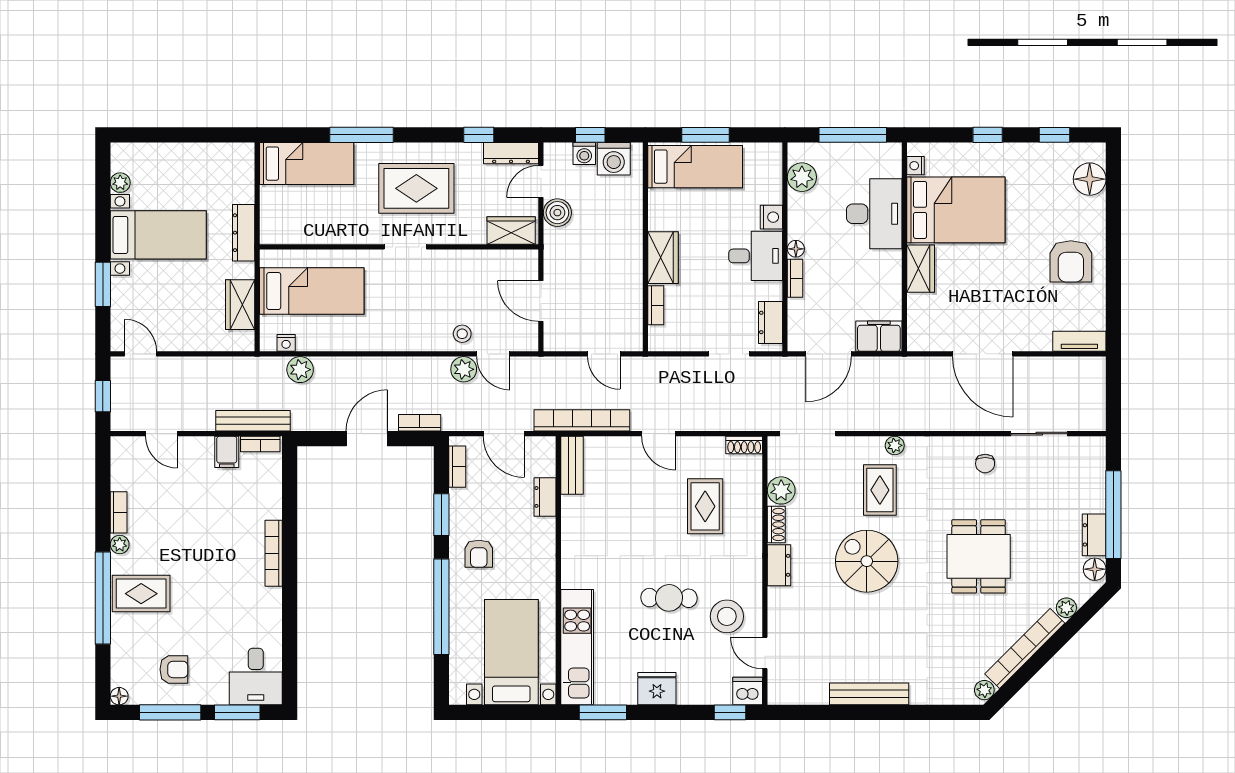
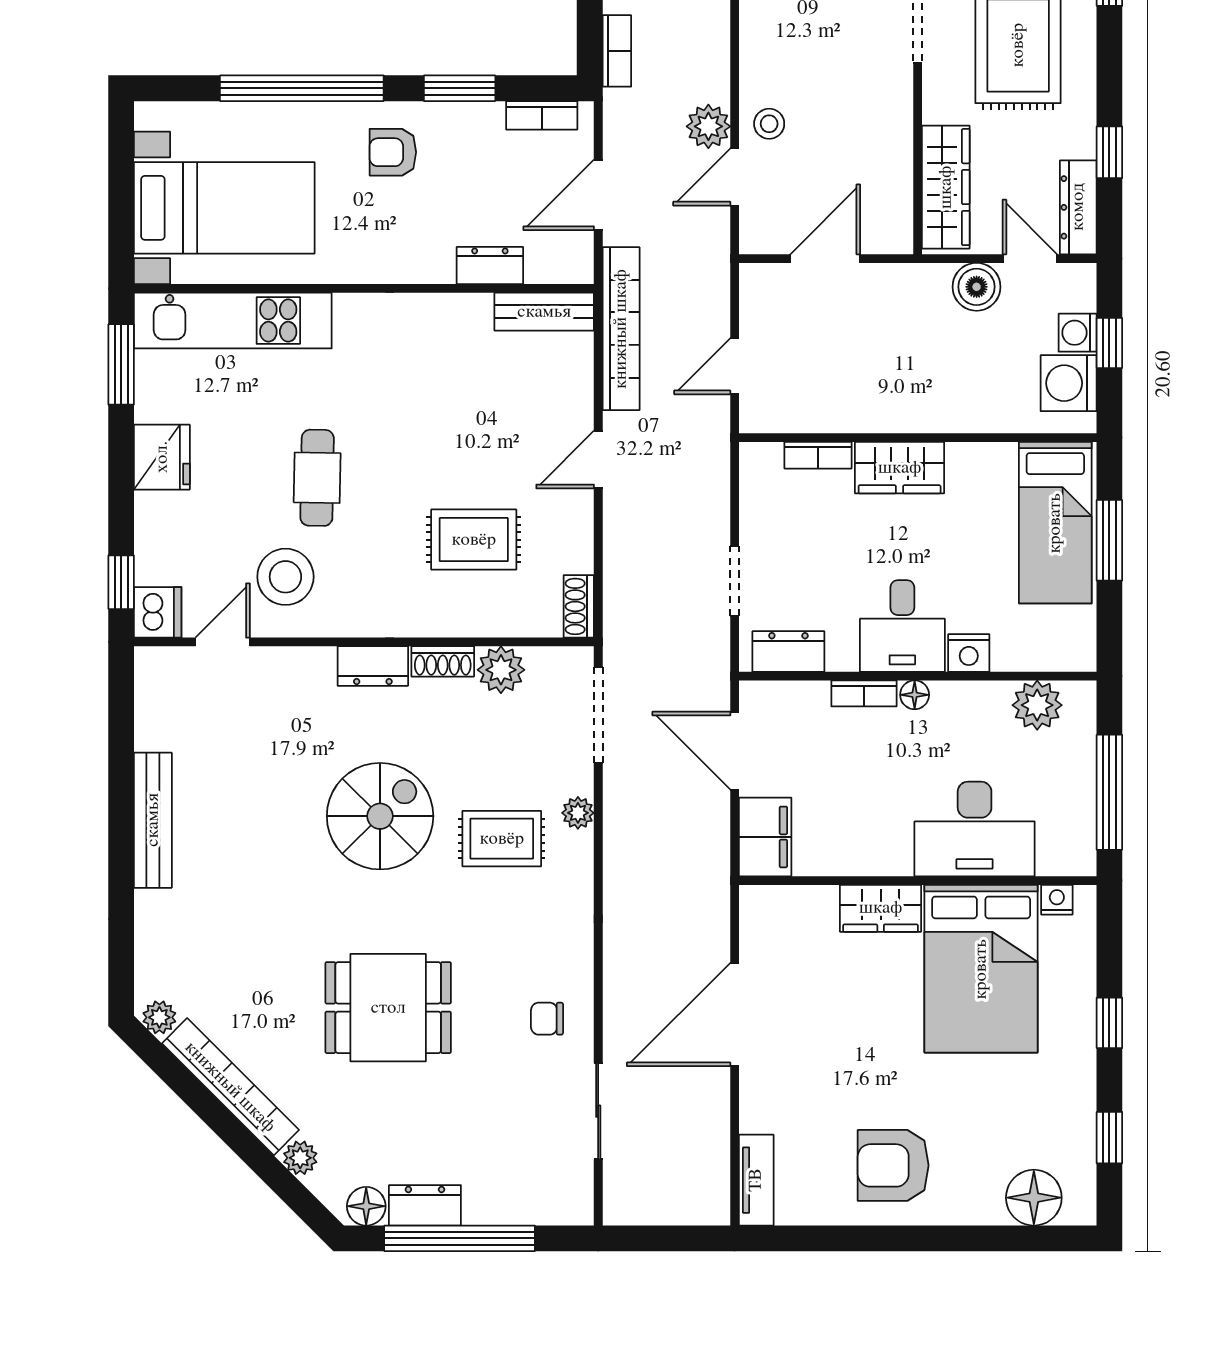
wardrobe: (511, 231) -> (946, 187), width x1.50
plant: (895, 445) -> (578, 813), moved

